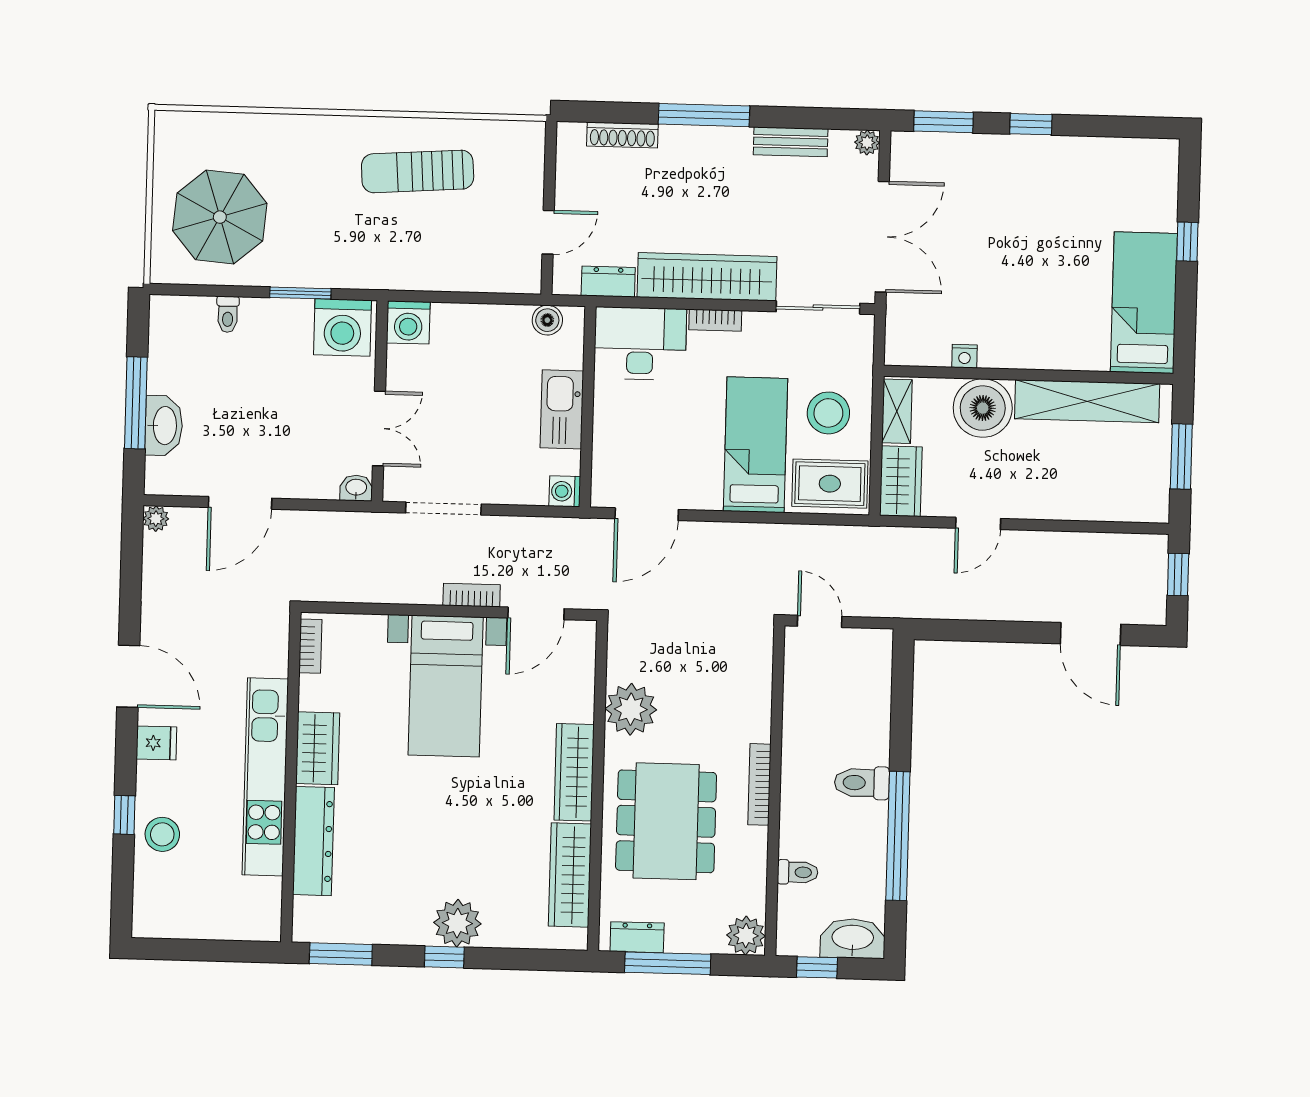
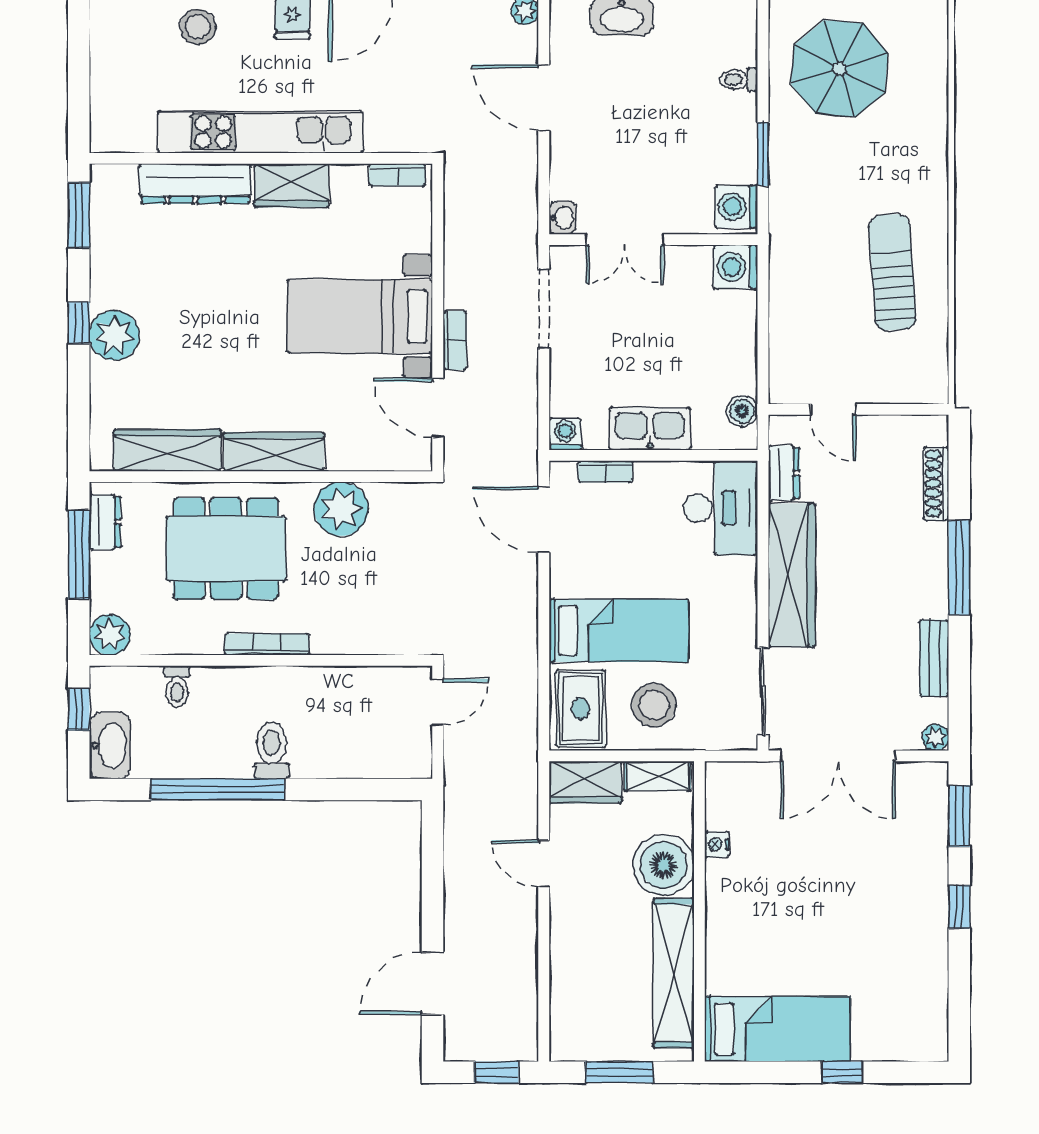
bookcase: (715, 320) -> (606, 471), moved, turned -90
washing machine: (342, 328) -> (736, 207), width x0.73, depth x0.73

